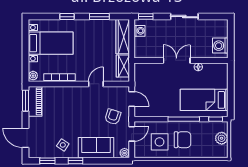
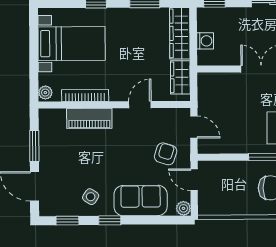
washing machine: (139, 31) -> (205, 41), moved
window: (26, 101) -> (34, 146), moved
piano: (35, 101) -> (89, 119), moved, turned 90
door: (132, 134) -> (194, 180), swing flipped
side table: (160, 142) -> (236, 191), removed

